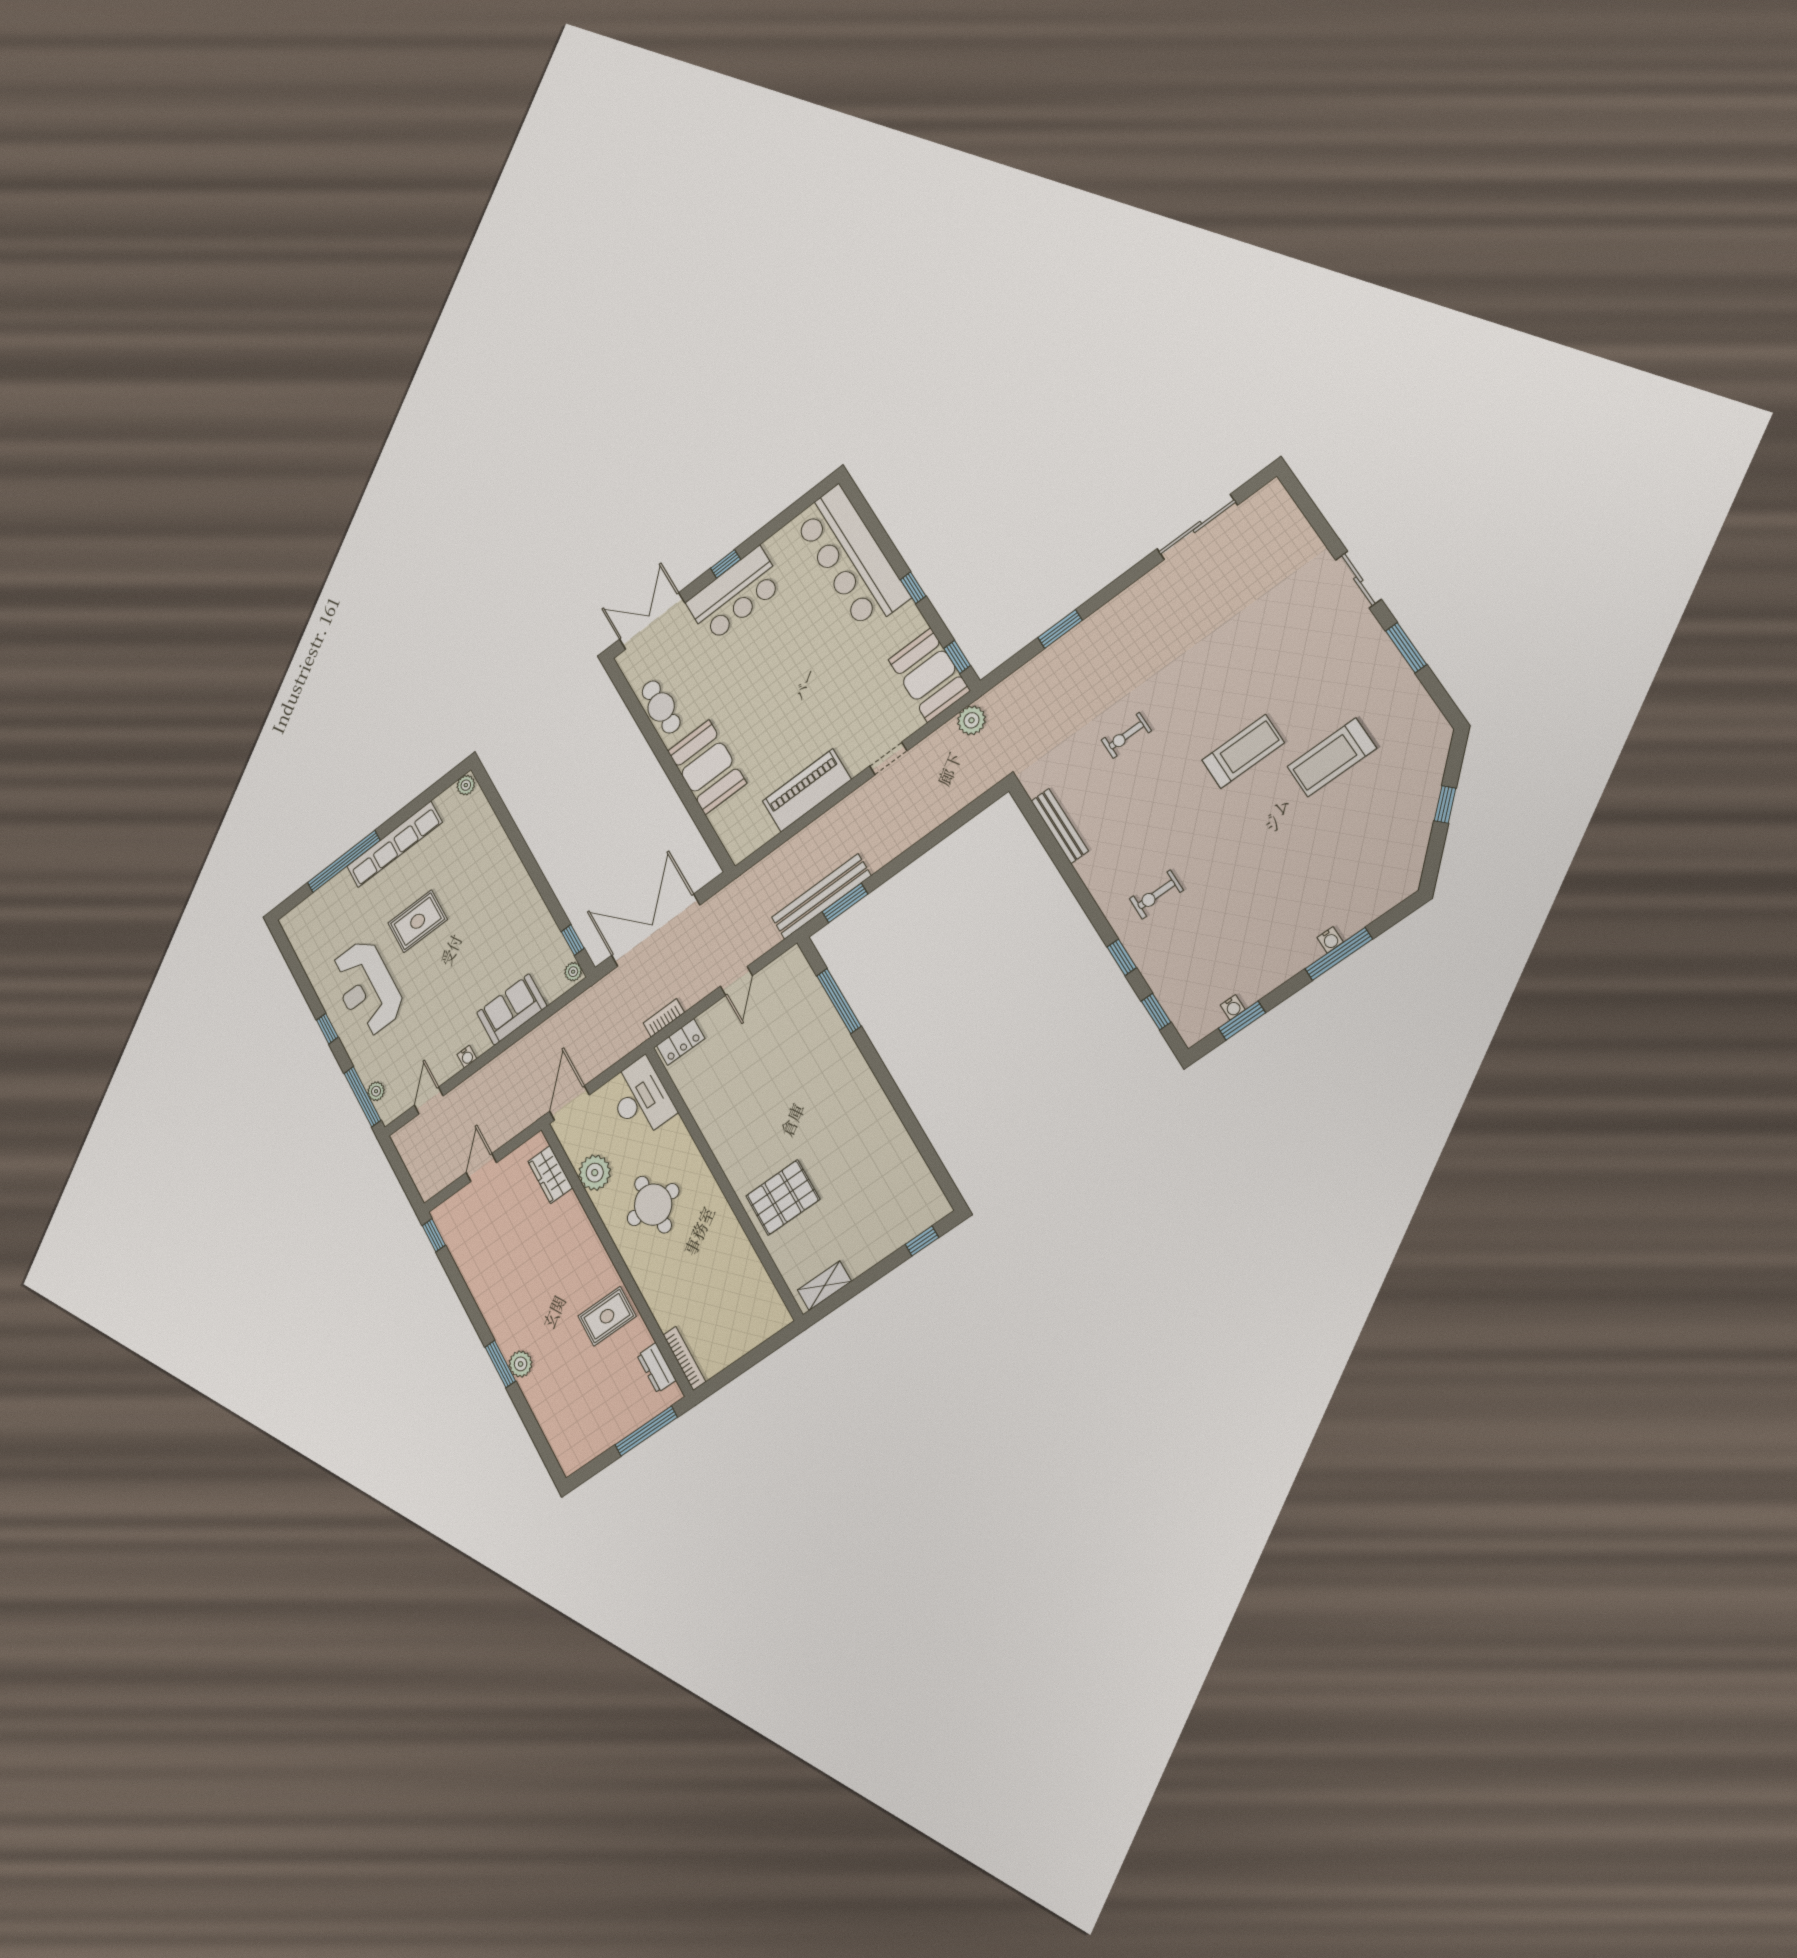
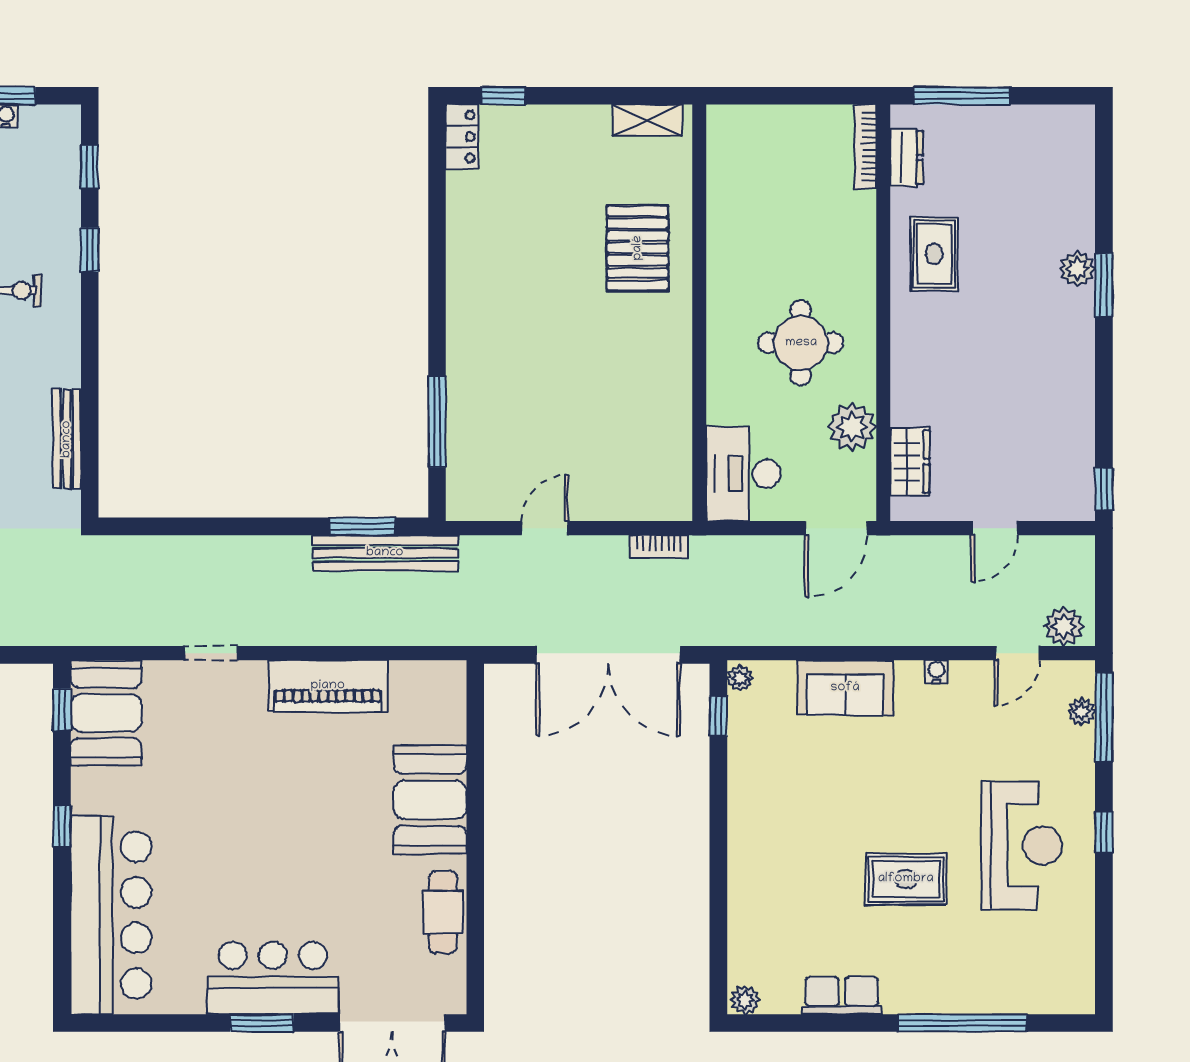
window: (726, 564) -> (262, 1023), width x1.50
plant: (971, 720) -> (1064, 626), moved
row of seats: (394, 844) -> (842, 995), width x0.50
locker: (681, 1042) -> (462, 137), moved, turned 90
pallet: (783, 1198) -> (638, 248), turned 90
rug: (607, 1316) -> (934, 254), turned 90

